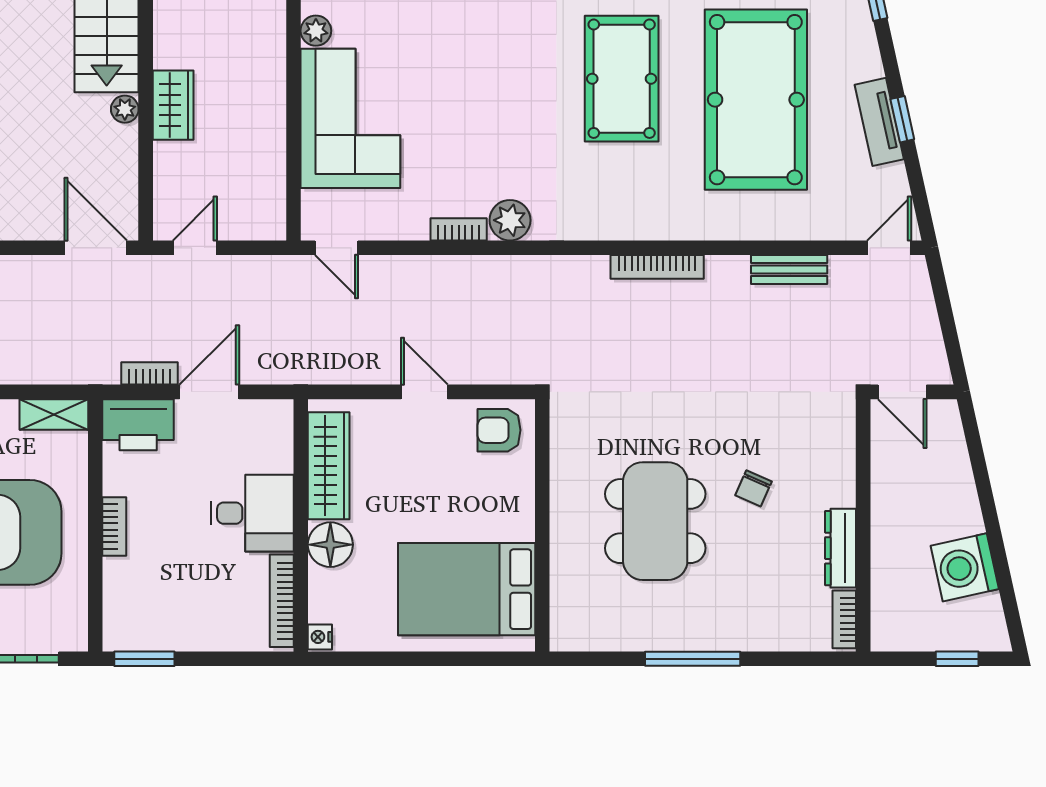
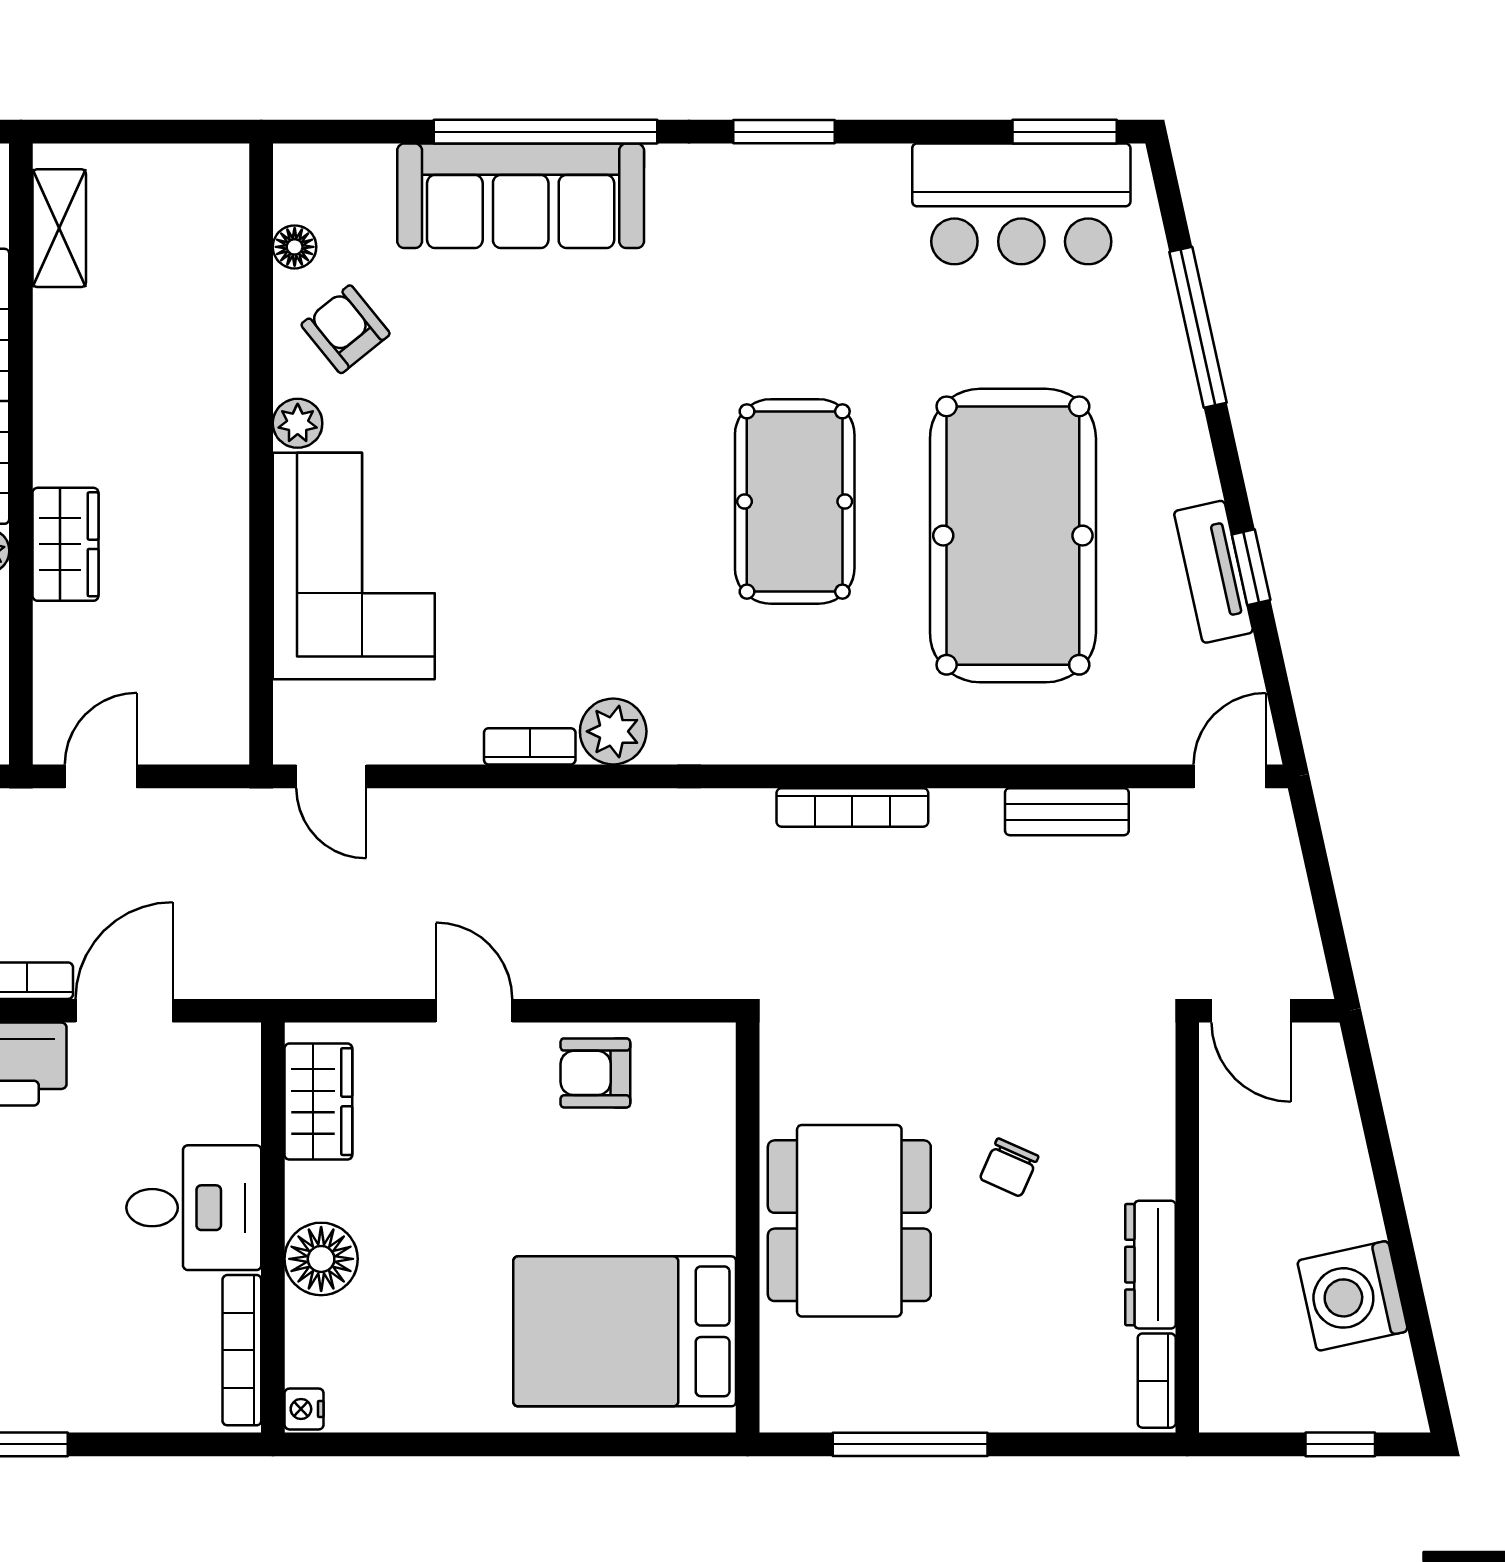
wardrobe: (329, 466) -> (318, 1102), width x0.67
wall: (542, 525) -> (748, 1228), moved
bed: (467, 589) -> (625, 1331), moved

